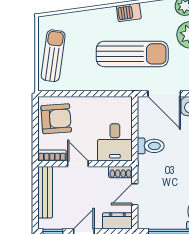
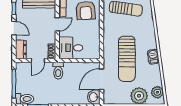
toilet: (151, 146) -> (58, 71), moved
door: (135, 194) -> (38, 61), swing flipped

